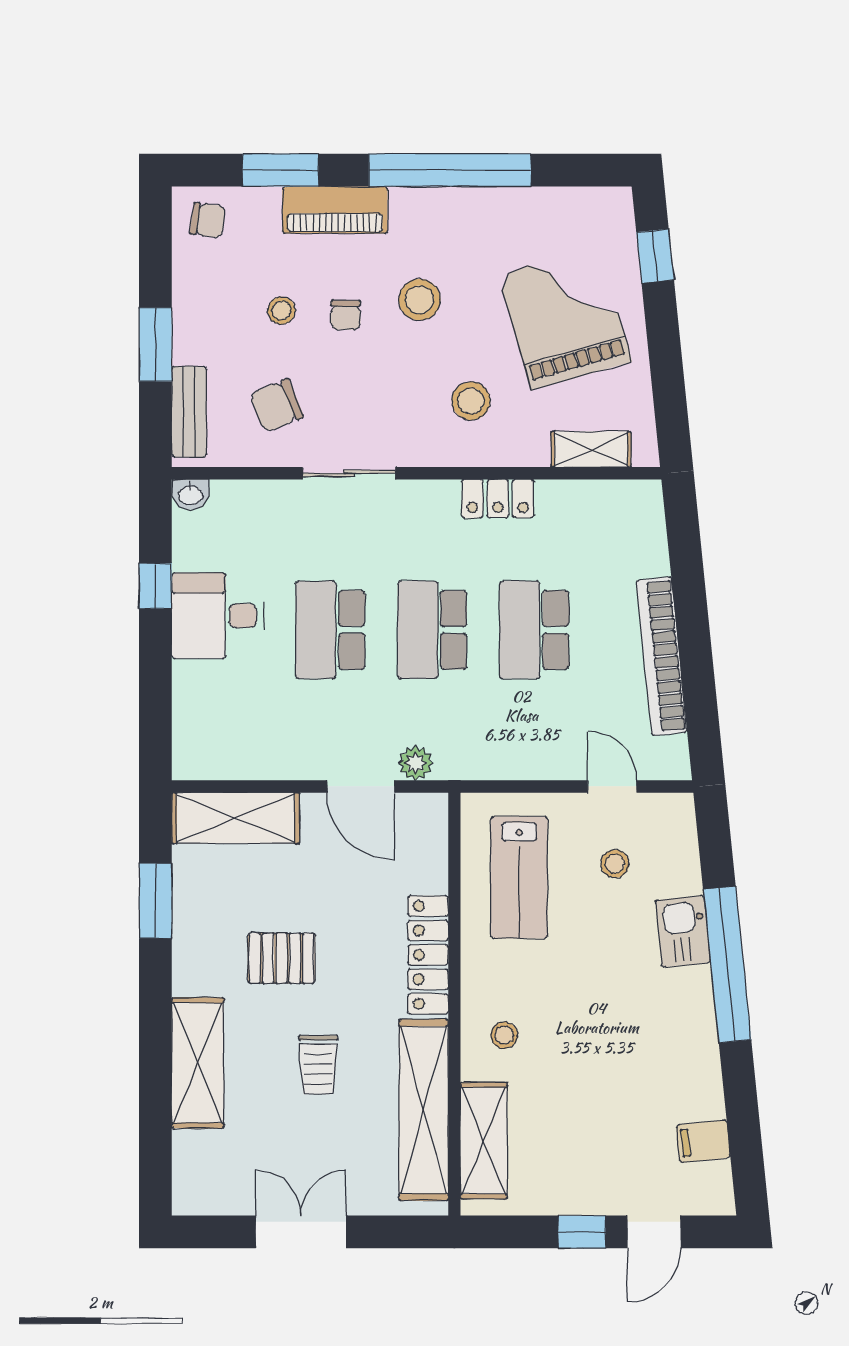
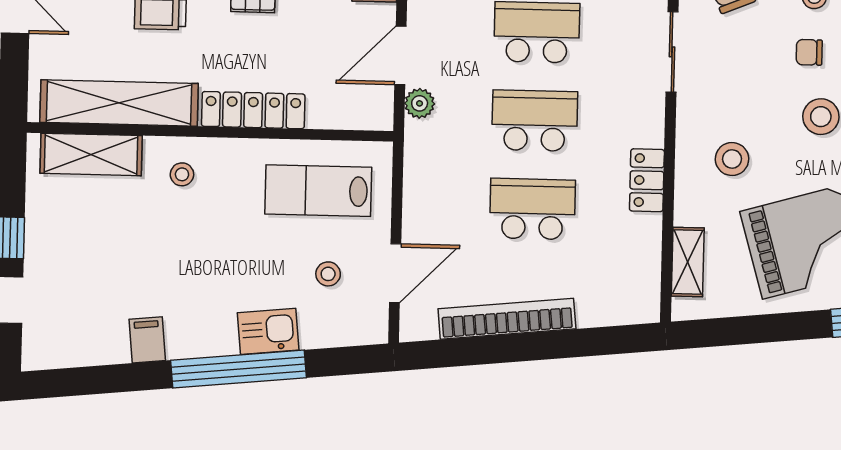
door: (612, 786) -> (395, 273), width x1.37
filing cabinet: (703, 1141) -> (147, 340), moved

